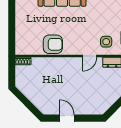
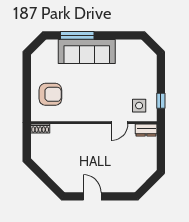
armchair: (53, 44) -> (50, 94), moved

